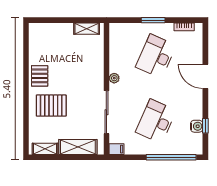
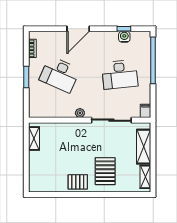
desk: (156, 121) -> (120, 74), turned -30

